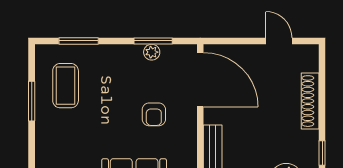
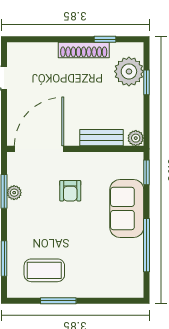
shoe rack: (310, 101) -> (84, 50), moved
armchair: (154, 114) -> (70, 191), turned 90

